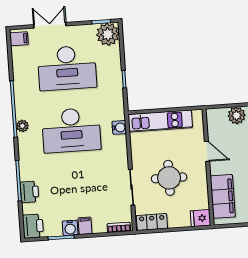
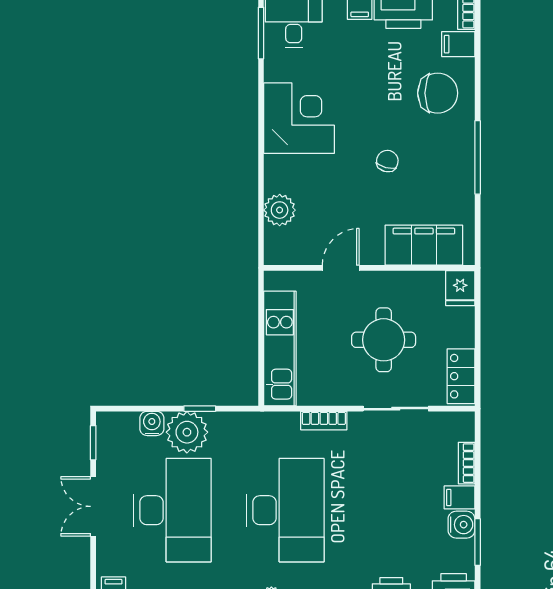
double door: (50, 25) -> (93, 506), moved
plant: (108, 34) -> (187, 432), moved
water cooler: (119, 127) -> (152, 423), moved
bookcase: (122, 148) -> (324, 421), added
bookcase: (119, 227) -> (467, 463), moved

